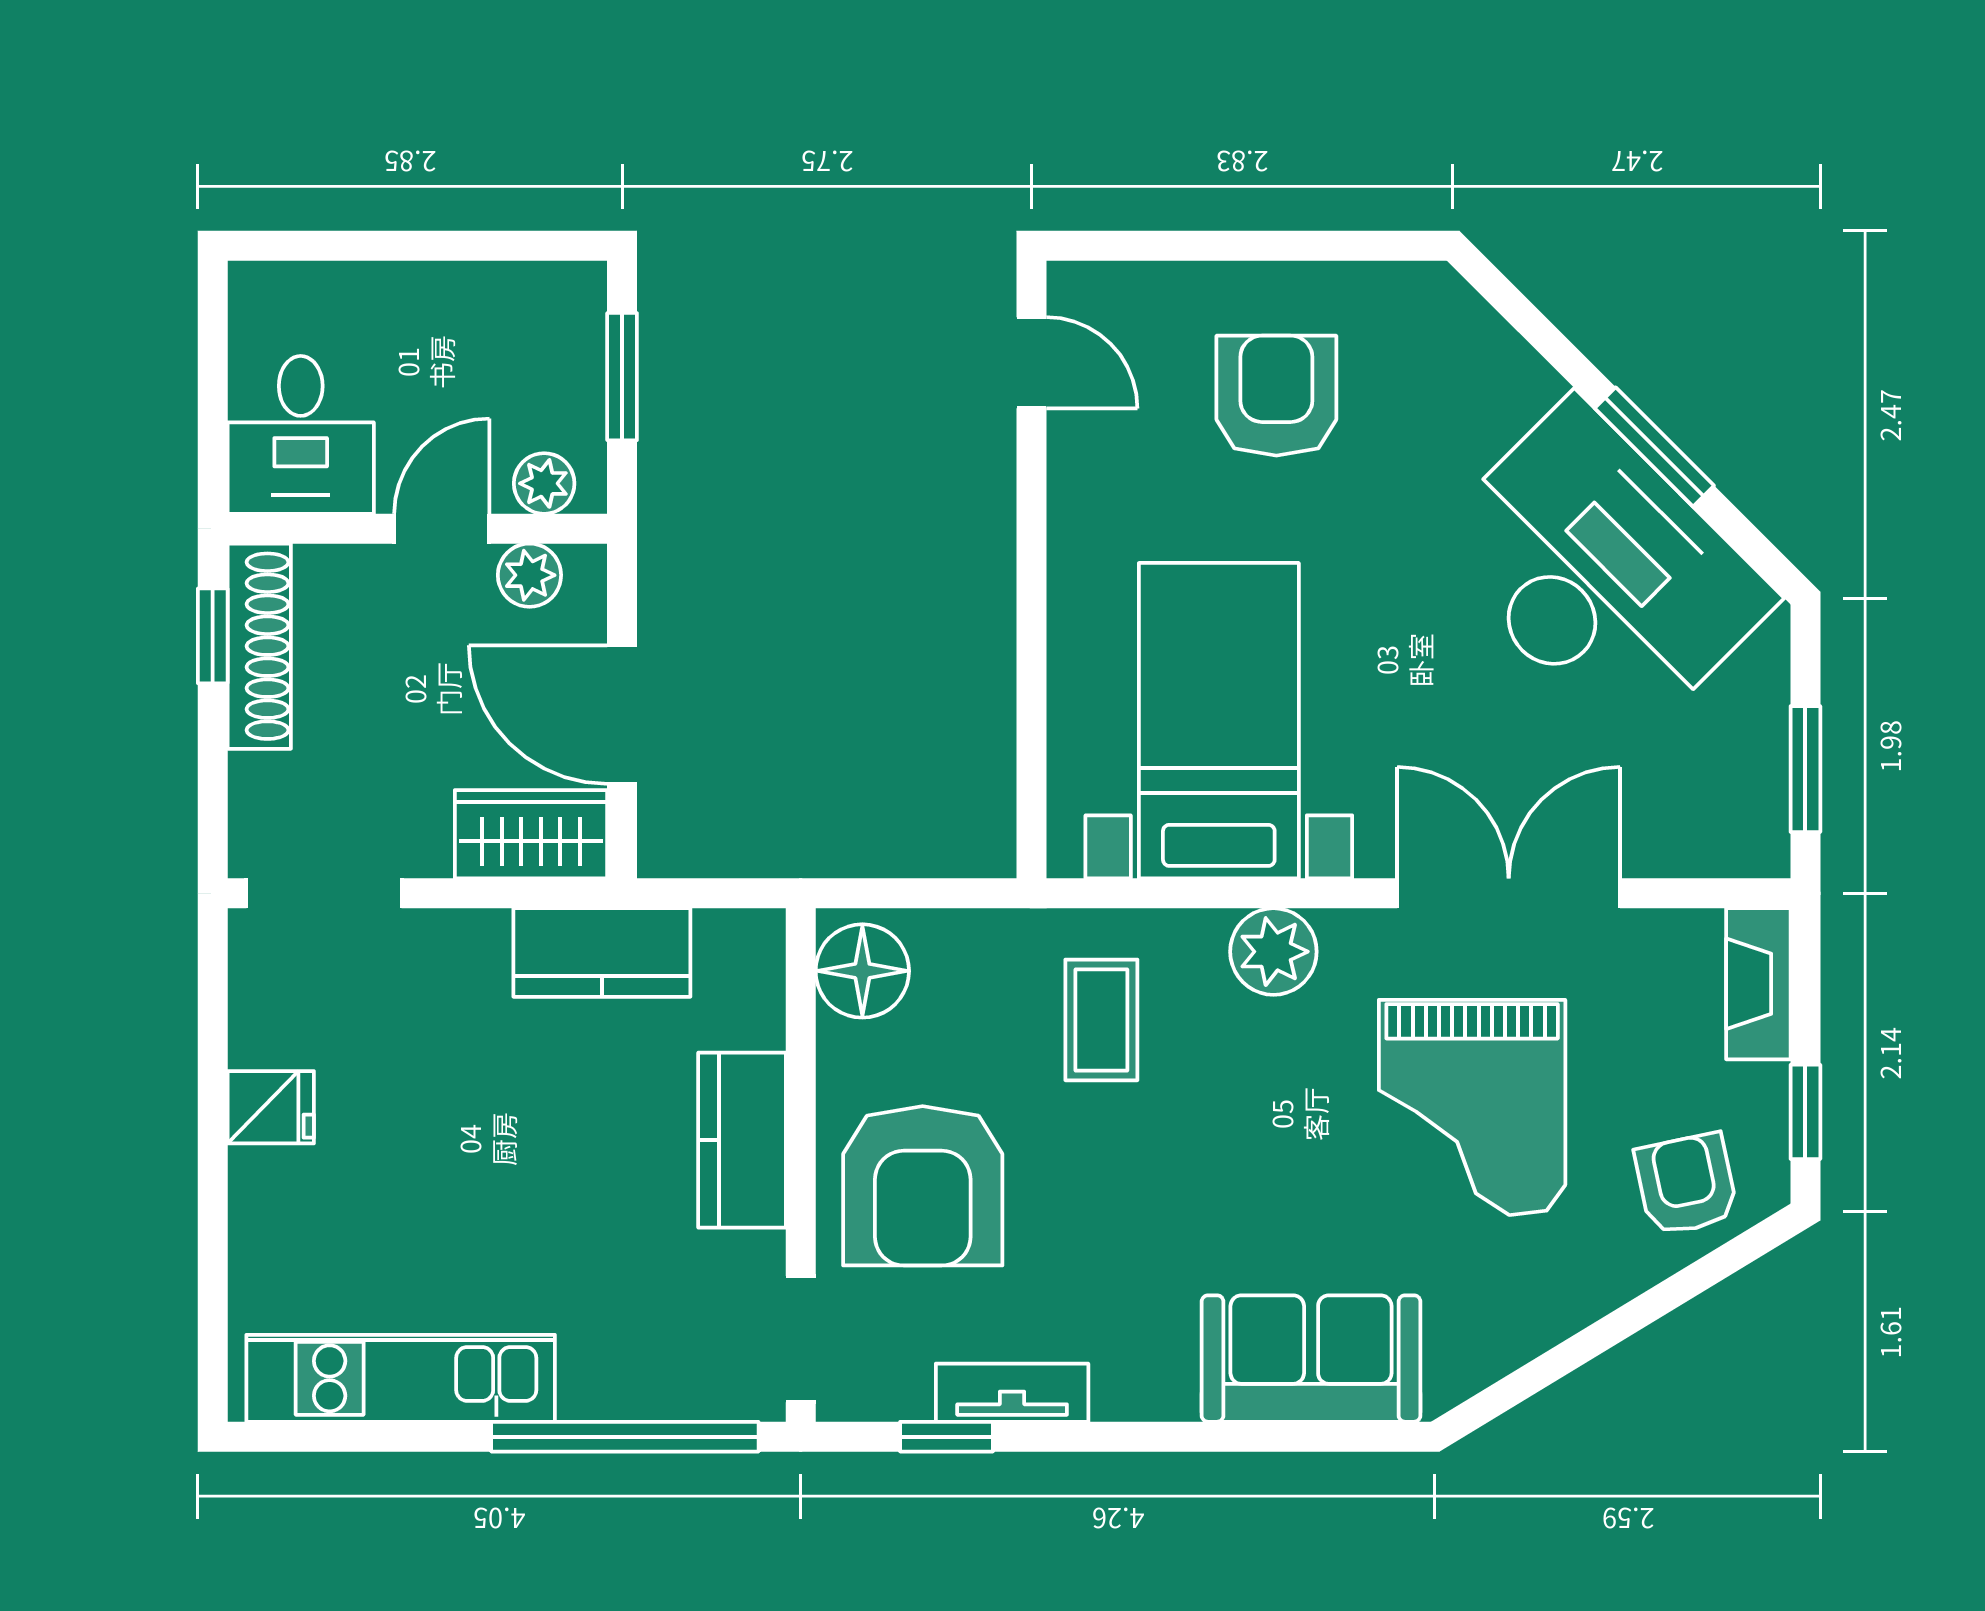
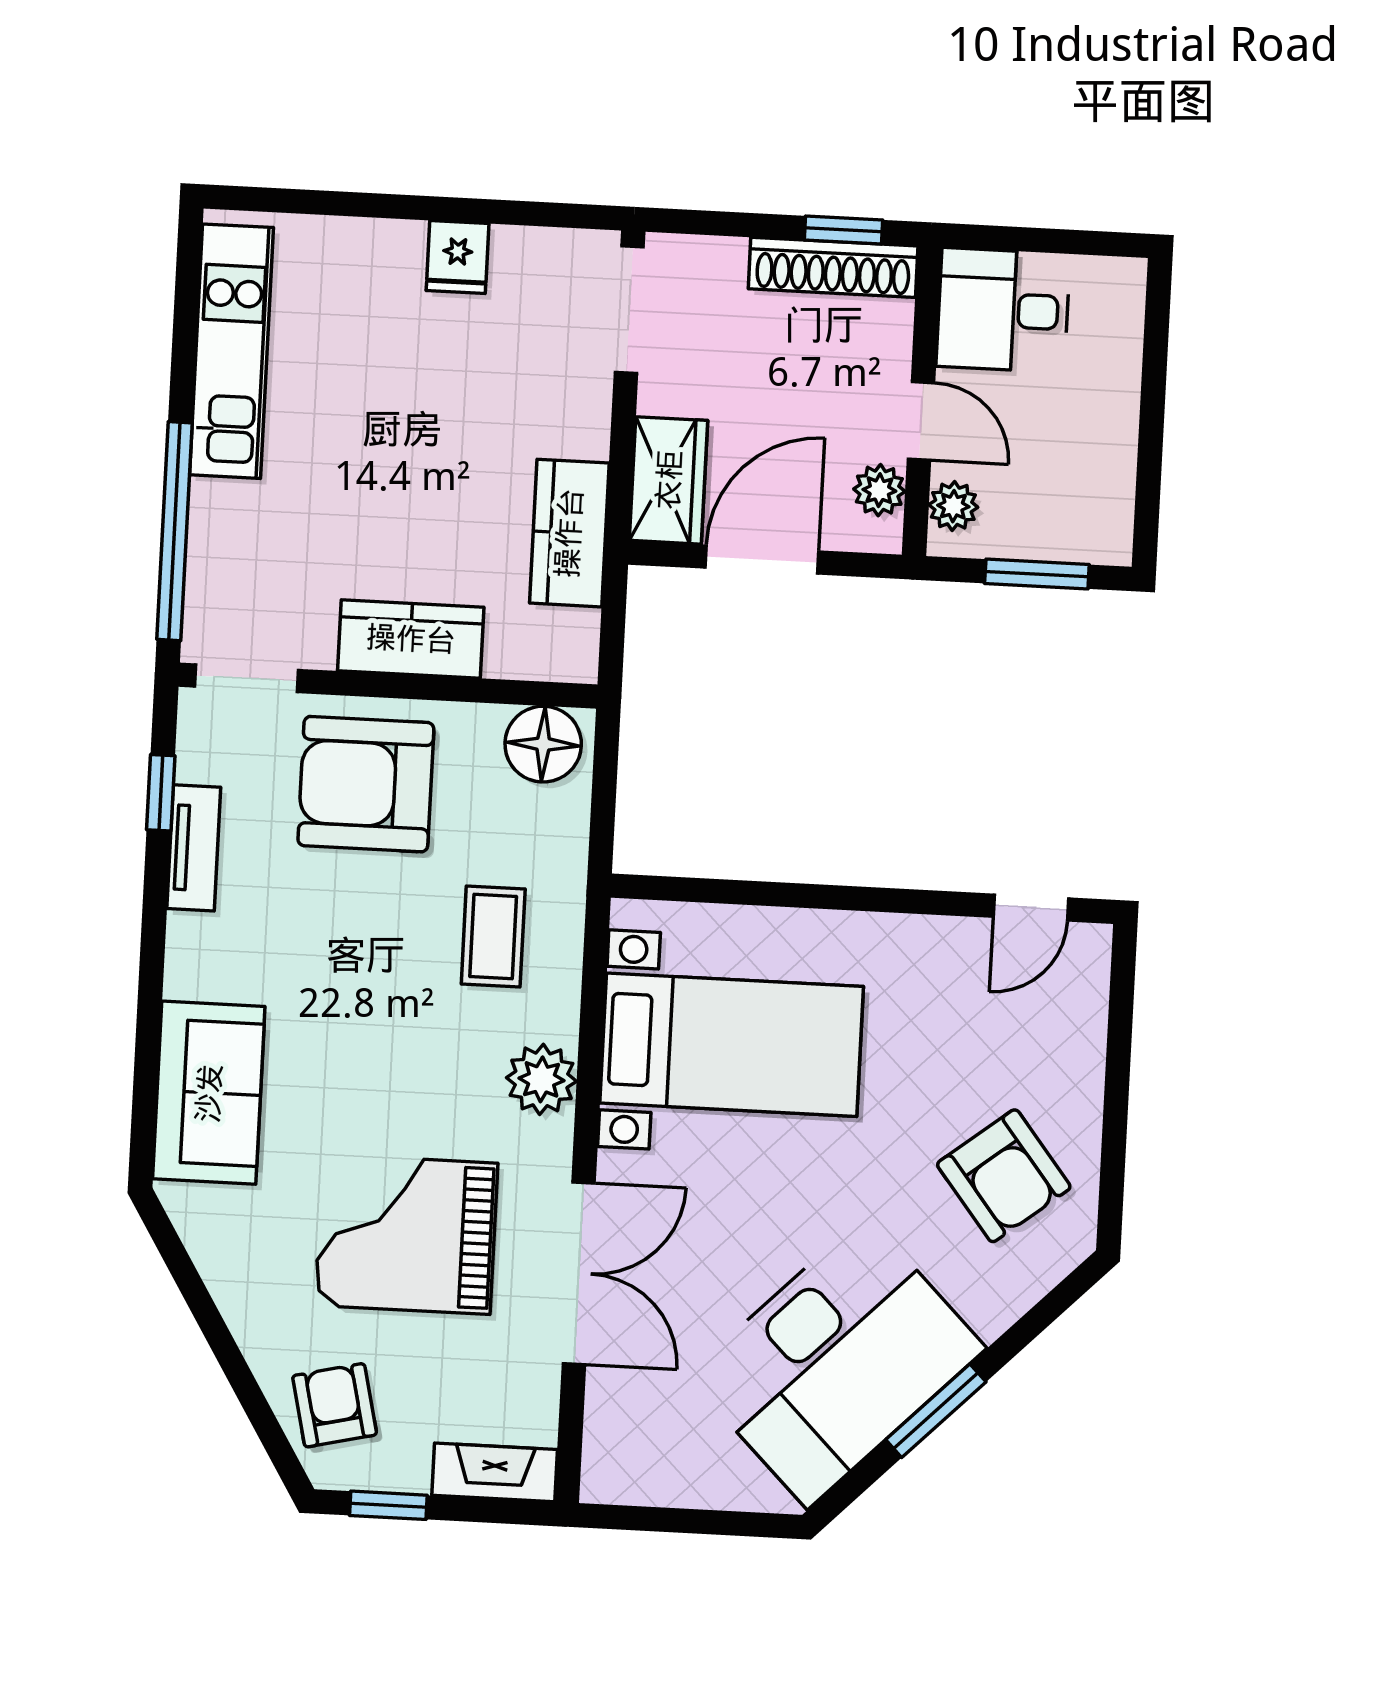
armchair: (1276, 396) -> (1004, 1176), moved, turned 52
window: (1805, 769) -> (667, 1520), removed
coffee table: (1101, 1020) -> (493, 936), turned 90
armchair: (1686, 1184) -> (335, 1405), turned -91

